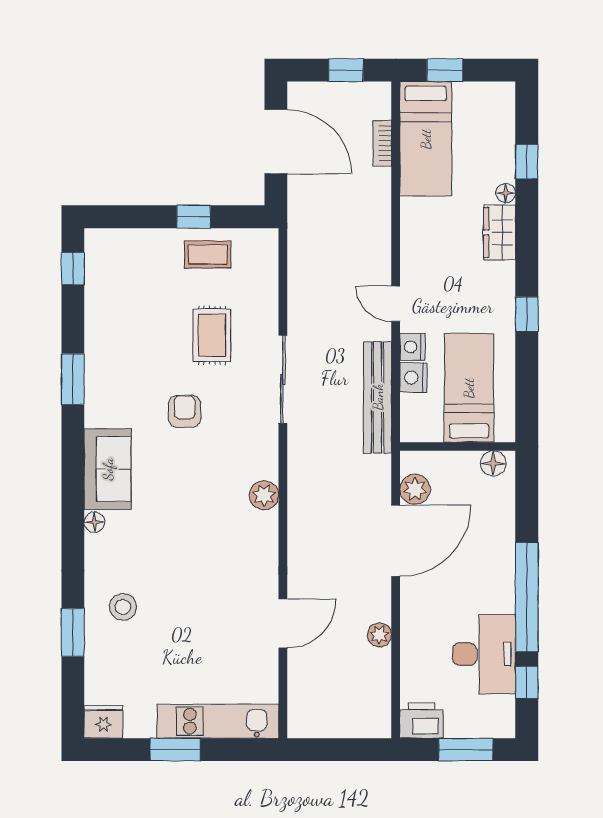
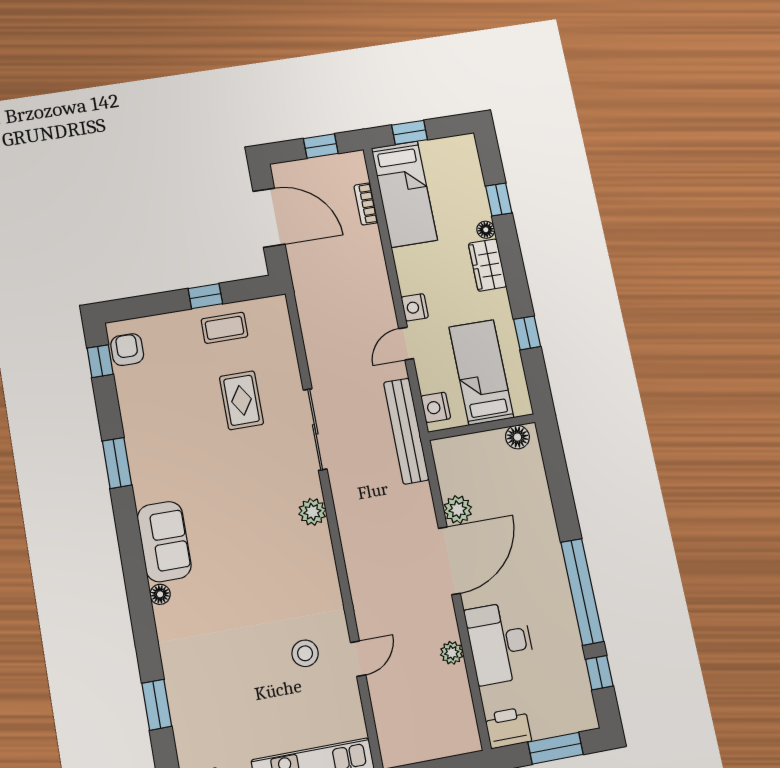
door: (396, 304) -> (406, 344), hinge flipped
nightstand: (412, 347) -> (415, 307), moved
bed: (469, 388) -> (481, 372), moved
armchair: (185, 411) -> (127, 350), moved
wall: (458, 447) -> (482, 427), moved
floor lamp: (493, 463) -> (517, 437), moved
plant: (264, 495) -> (312, 512), moved
stool: (123, 607) -> (305, 653), moved
door: (283, 623) -> (358, 659), width x0.73
desk: (484, 654) -> (500, 643), moved, turned 180

